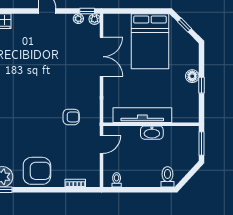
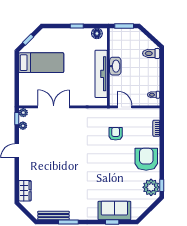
bed: (150, 41) -> (41, 63), width x0.67
floor lamp: (192, 76) -> (97, 33), moved
armchair: (71, 117) -> (116, 134), moved

